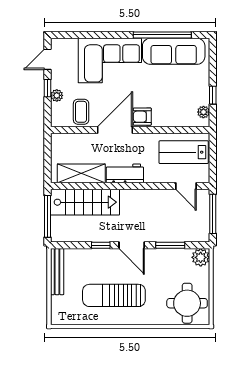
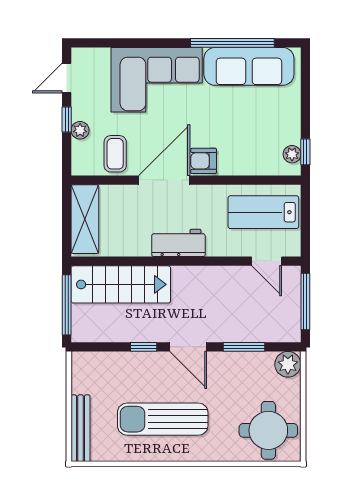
window: (213, 95) -> (305, 152), moved
shelving: (81, 173) -> (85, 219), moved, turned 90
bench: (57, 272) -> (80, 428), moved

